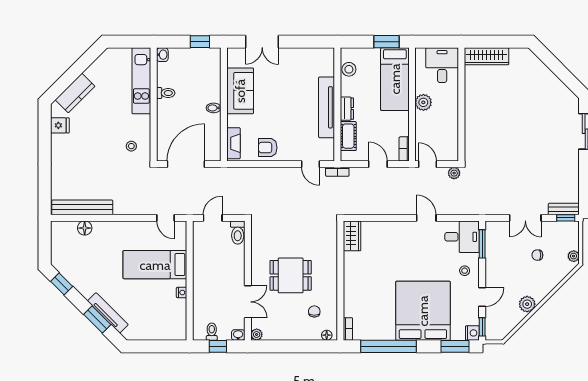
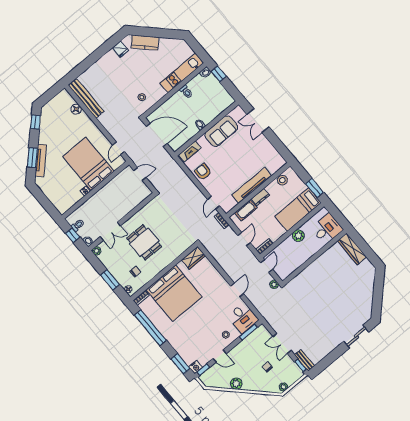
window: (200, 42) -> (219, 74), moved
toilet: (238, 233) -> (143, 194), removed
bed: (155, 265) -> (88, 164), width x1.50
bed: (423, 311) -> (174, 293), moved, turned 90
window: (300, 346) -> (110, 280), added

